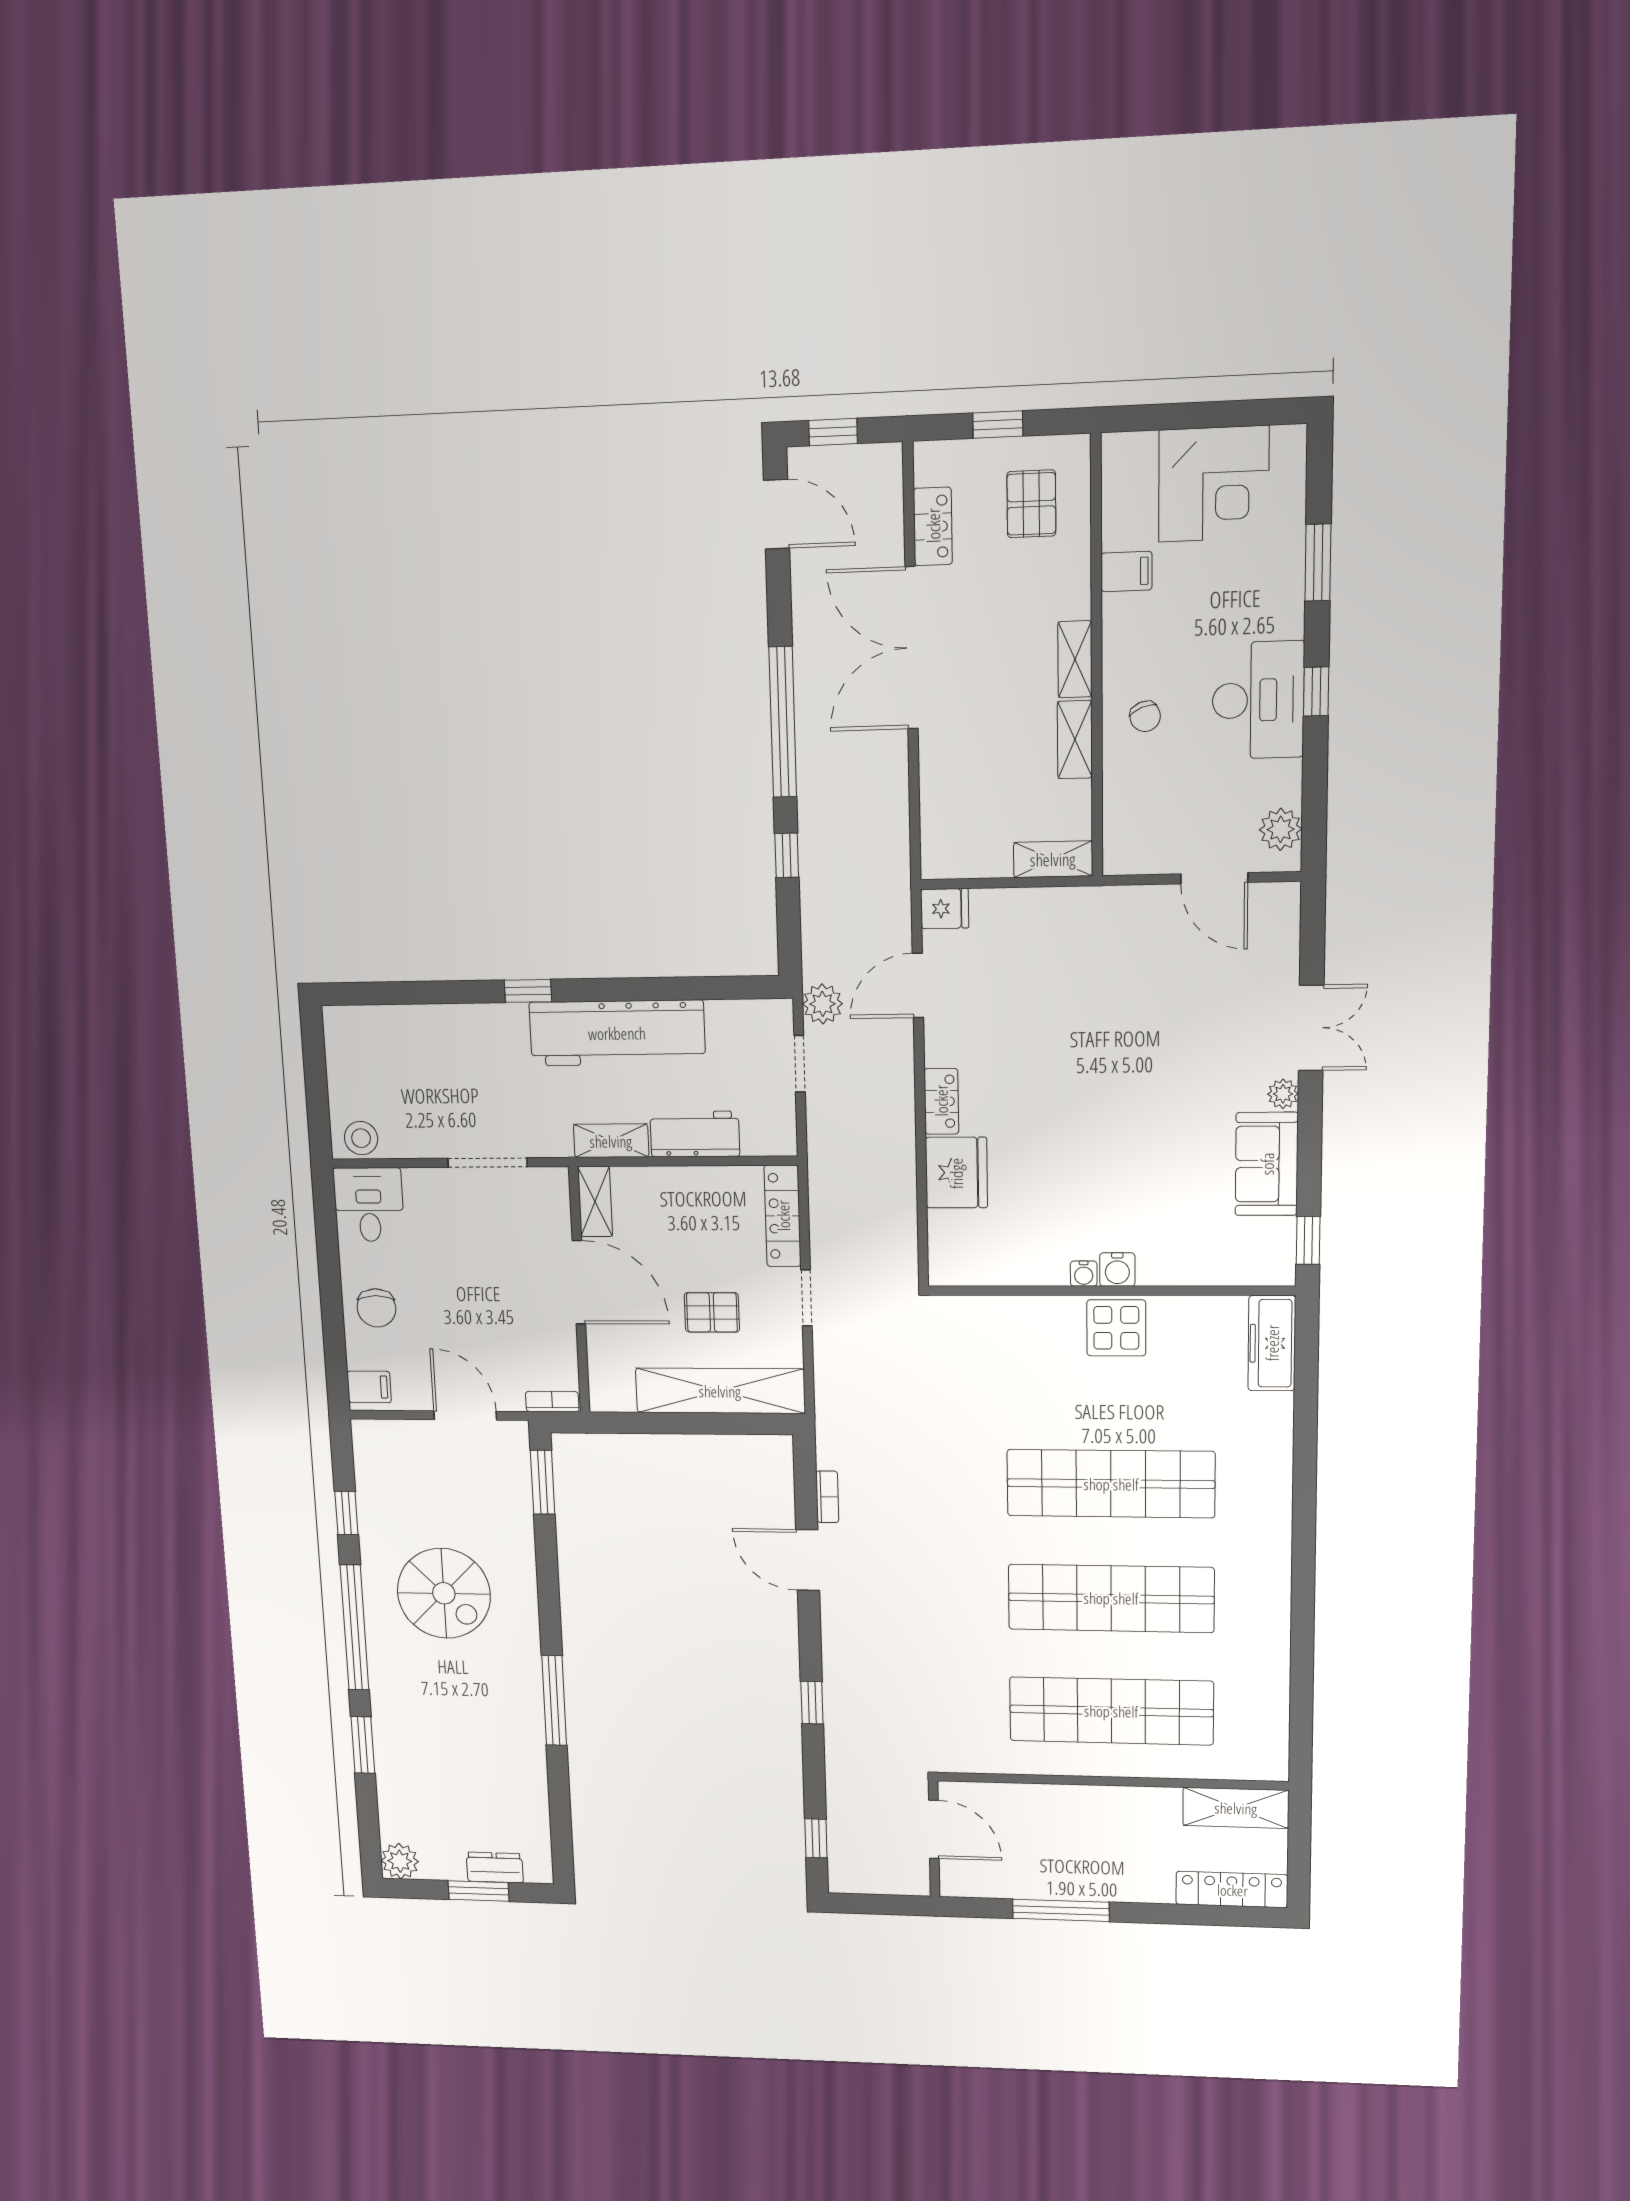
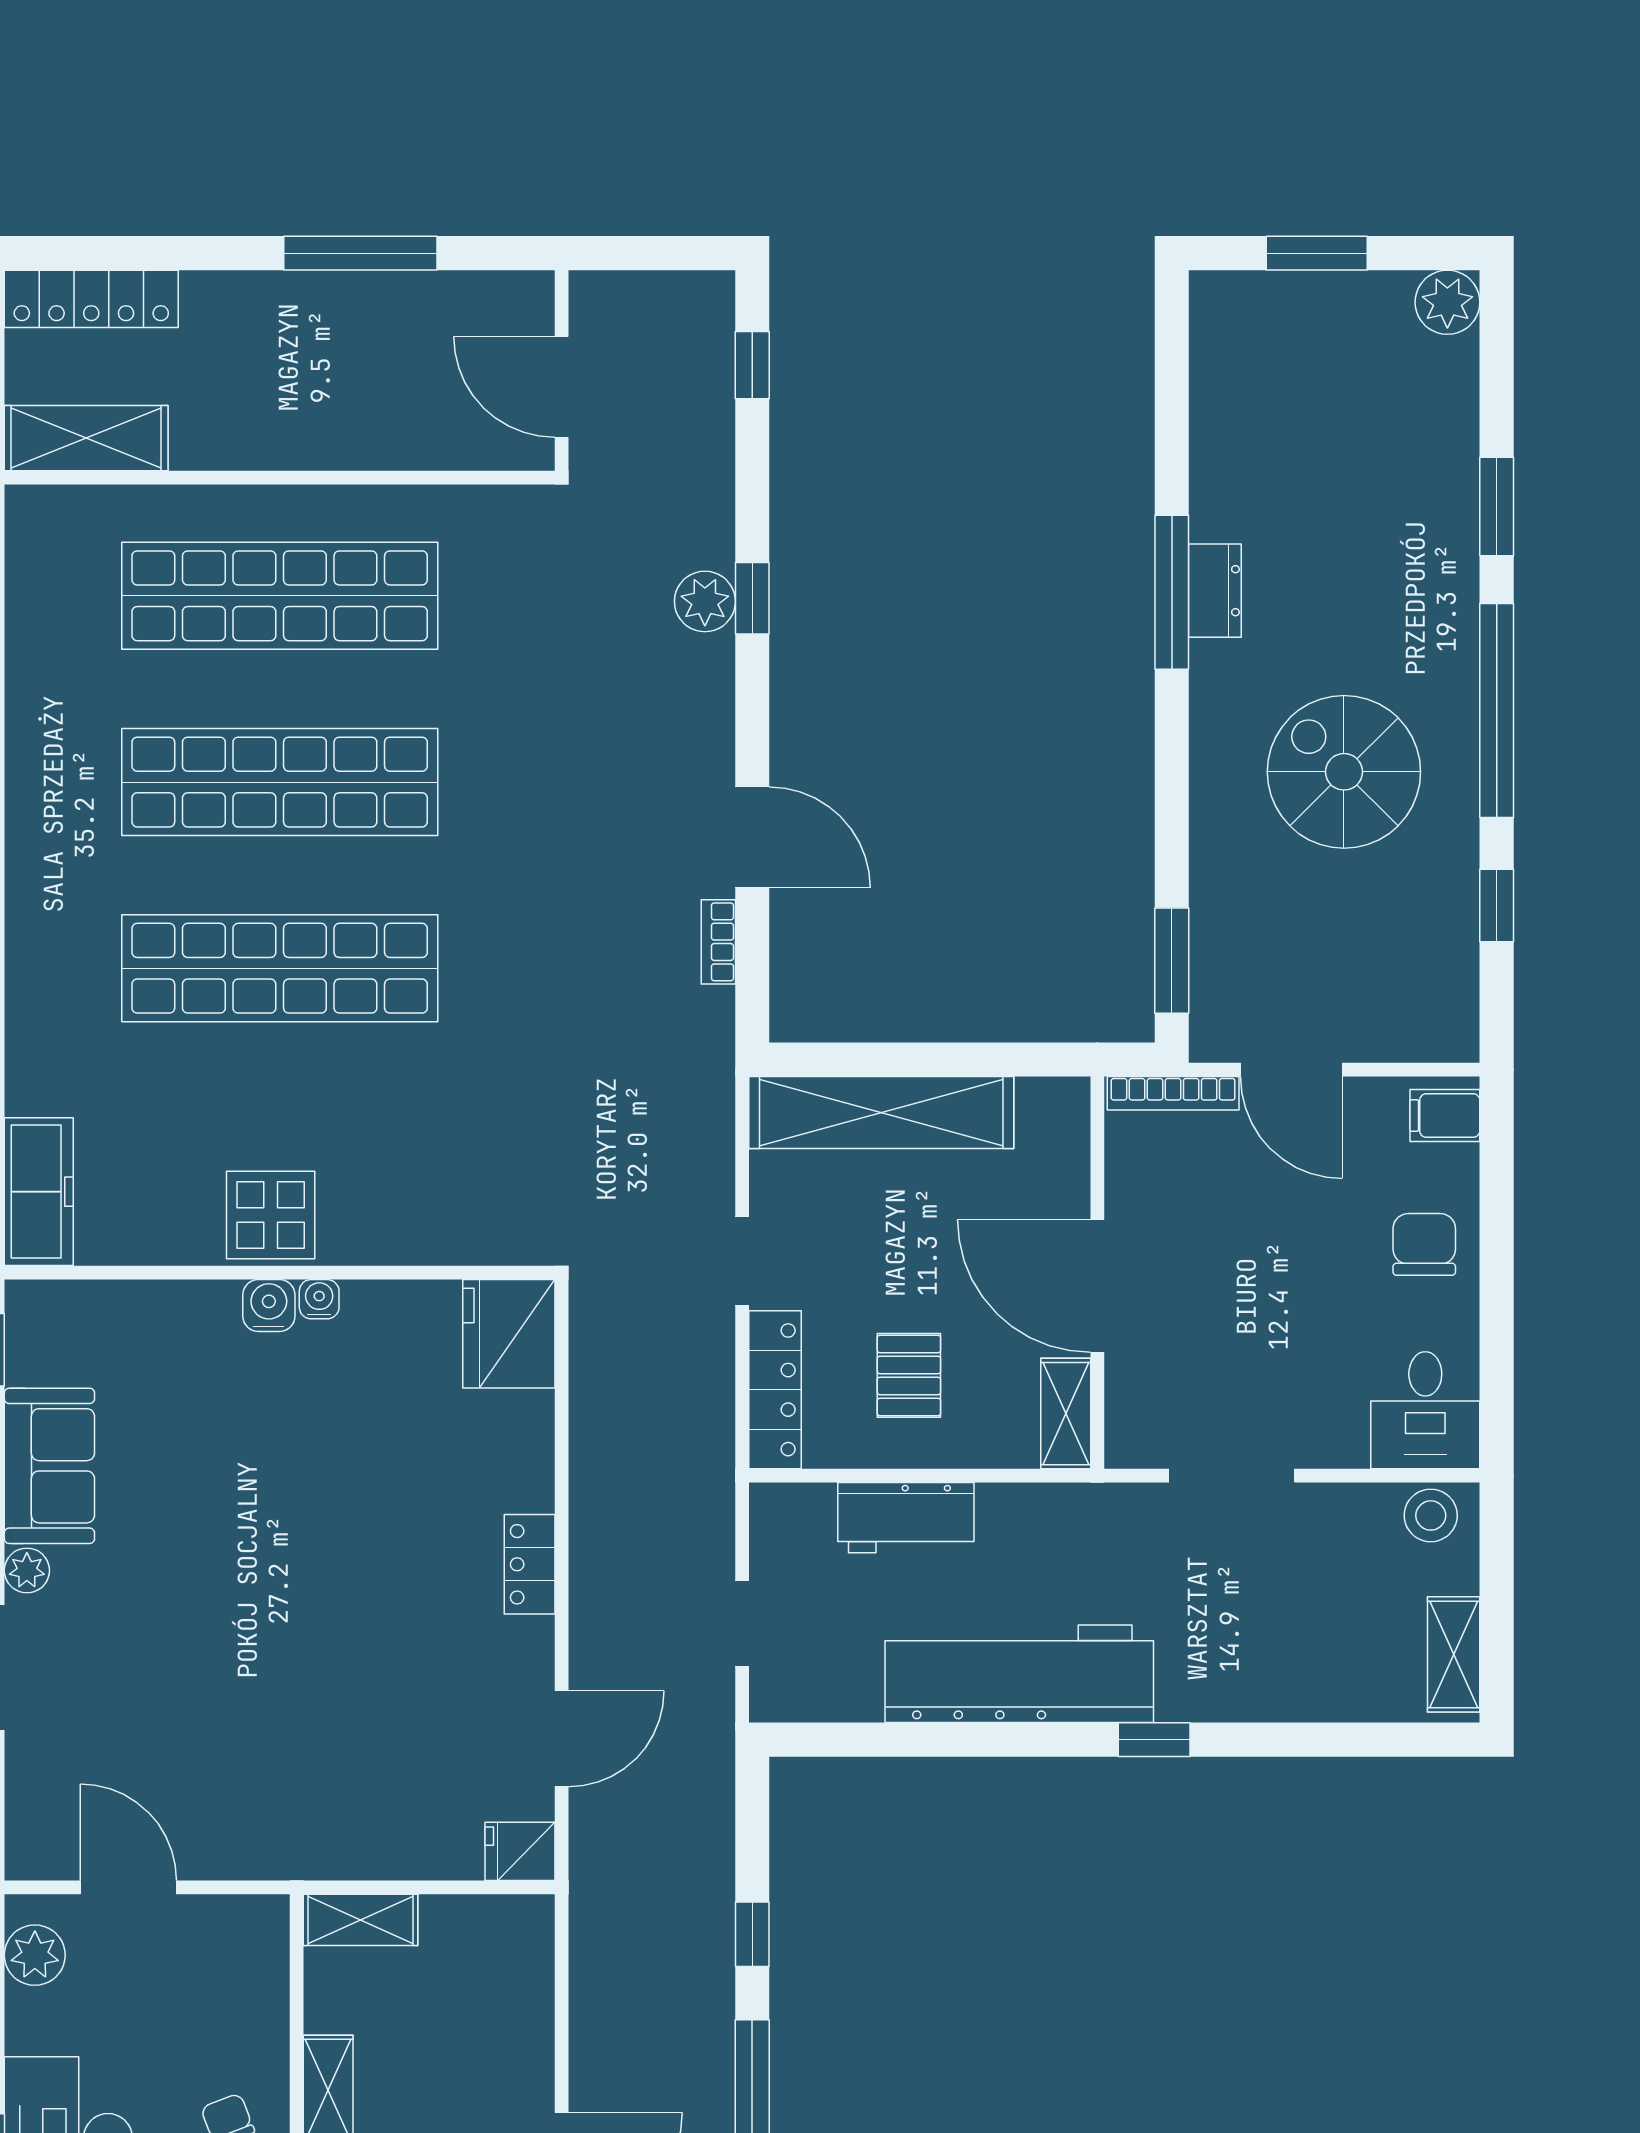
plant: (823, 1004) -> (705, 601), moved
shelving: (611, 1141) -> (1454, 1654), moved, turned 90
fridge: (956, 1173) -> (509, 1334), moved
pallet: (712, 1312) -> (909, 1375), moved, turned 90
bookcase: (552, 1402) -> (1173, 1093), width x1.56
dresser: (495, 1867) -> (1215, 591), moved, turned -90

